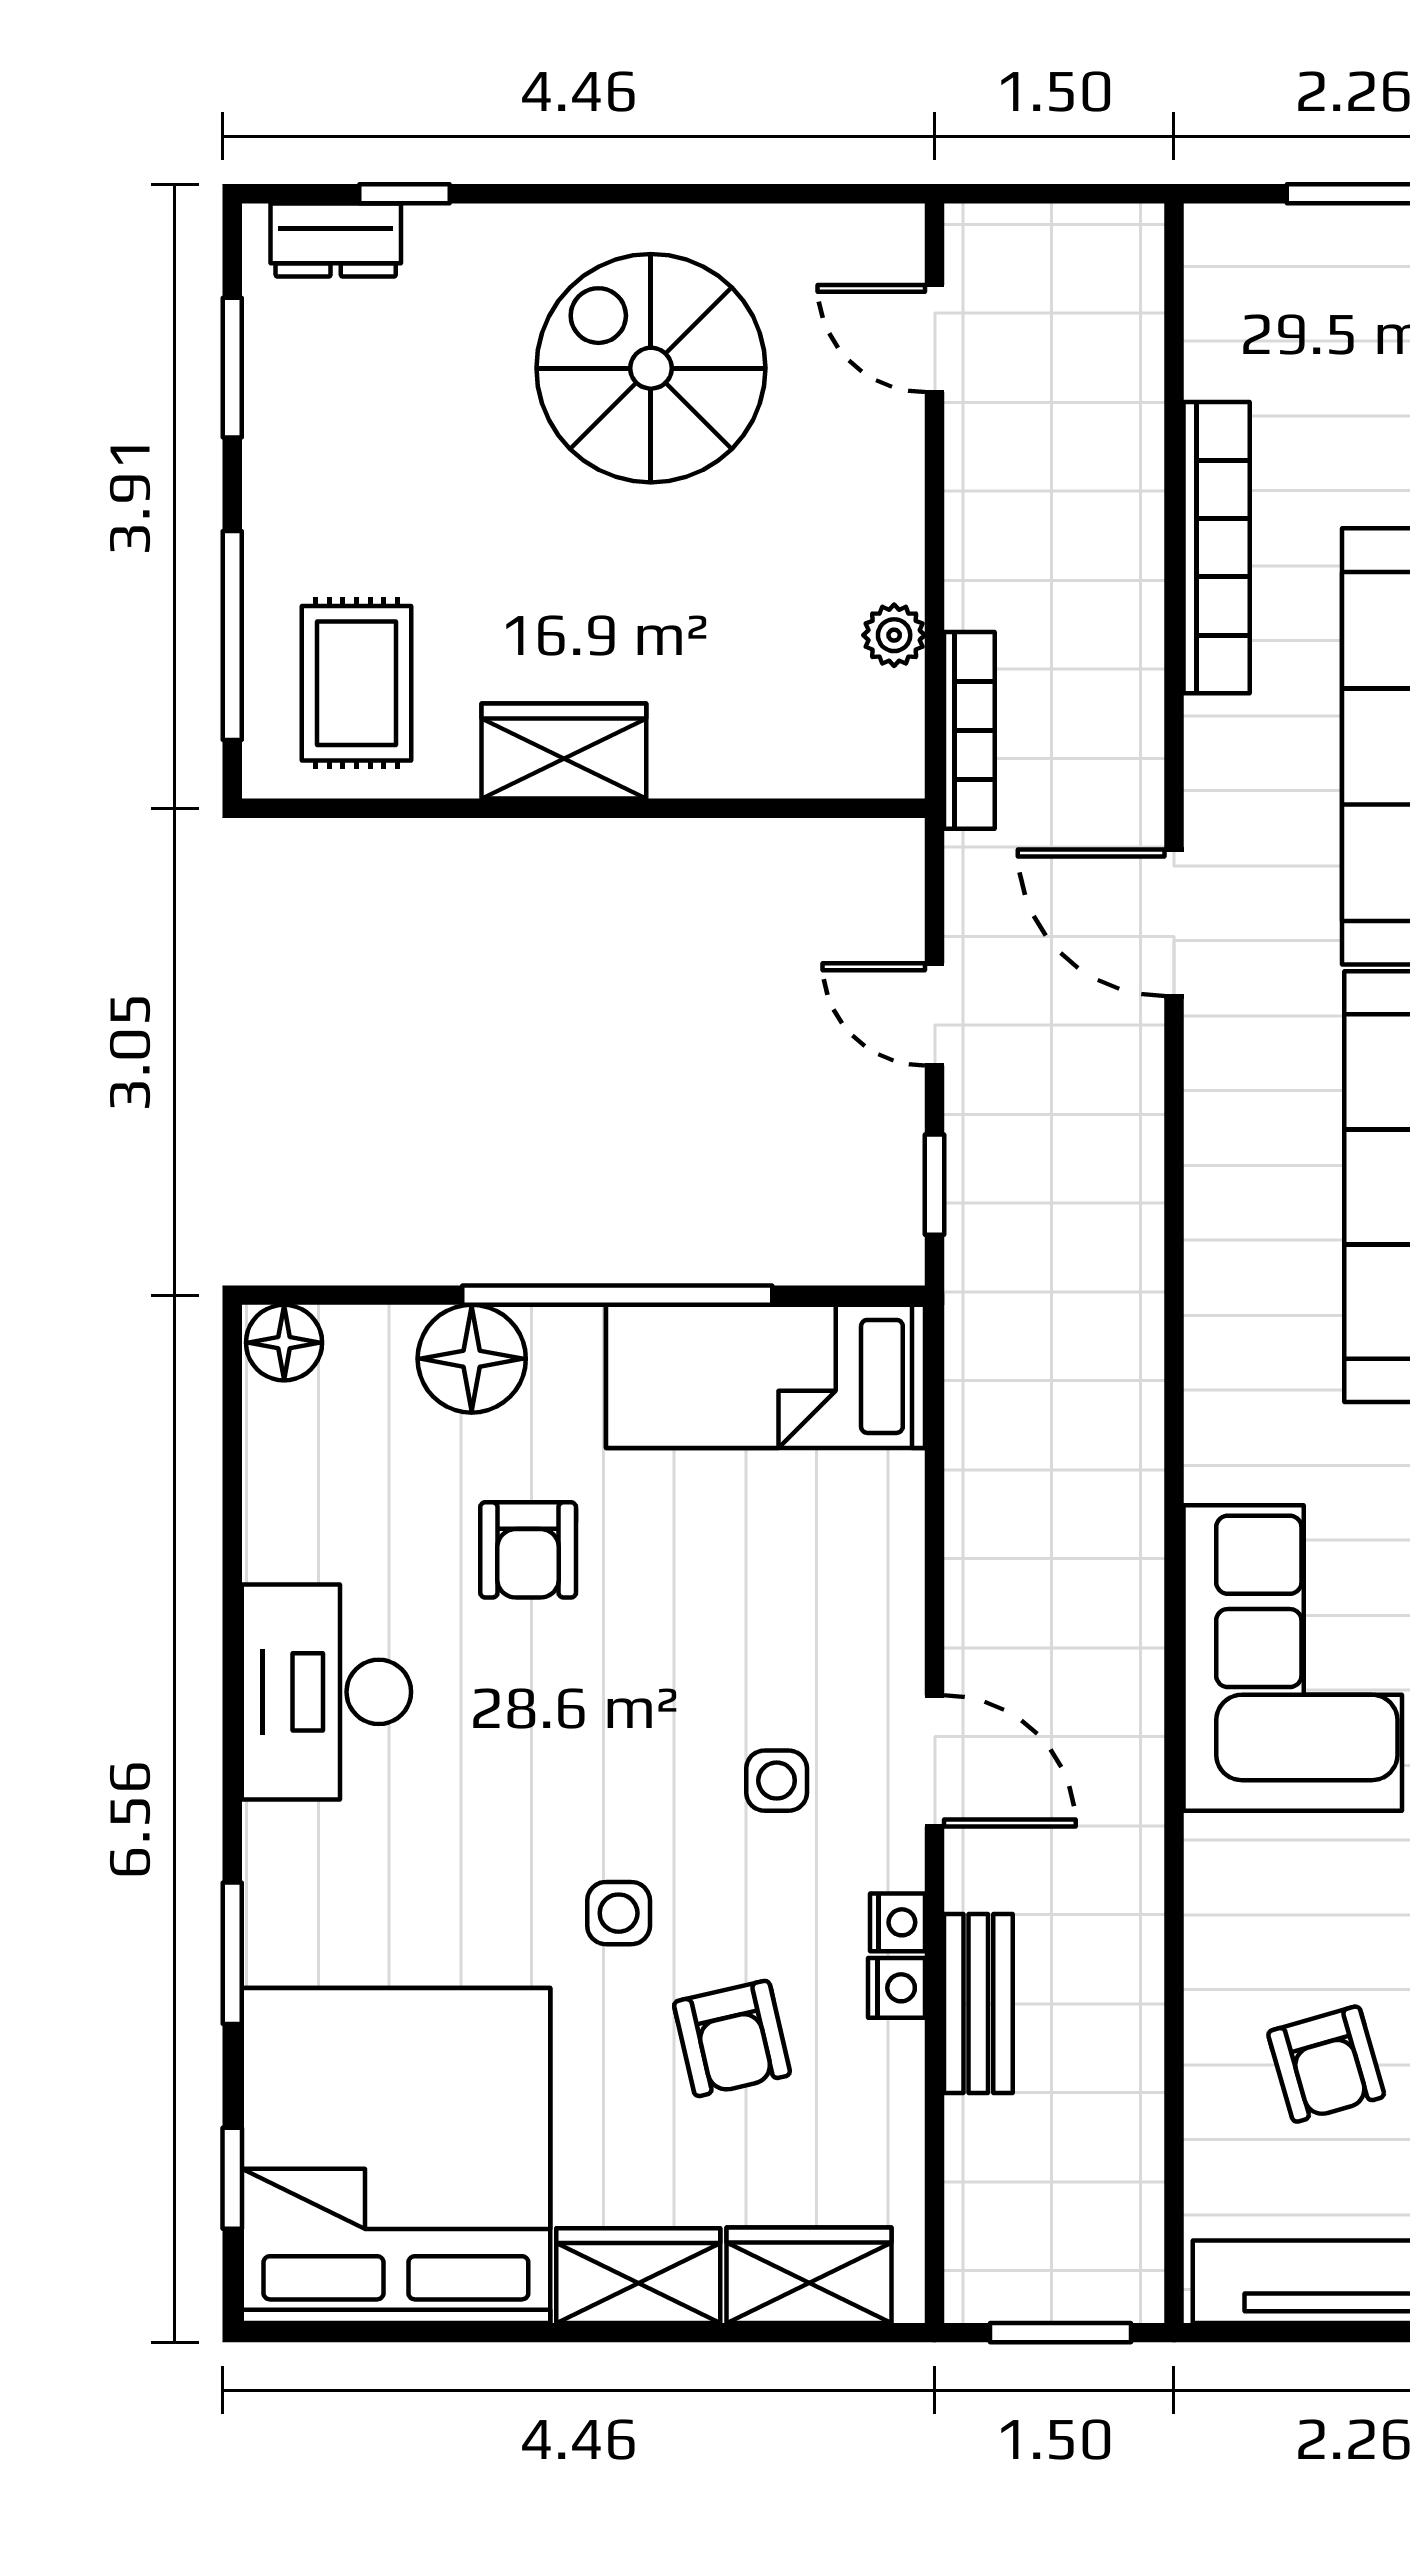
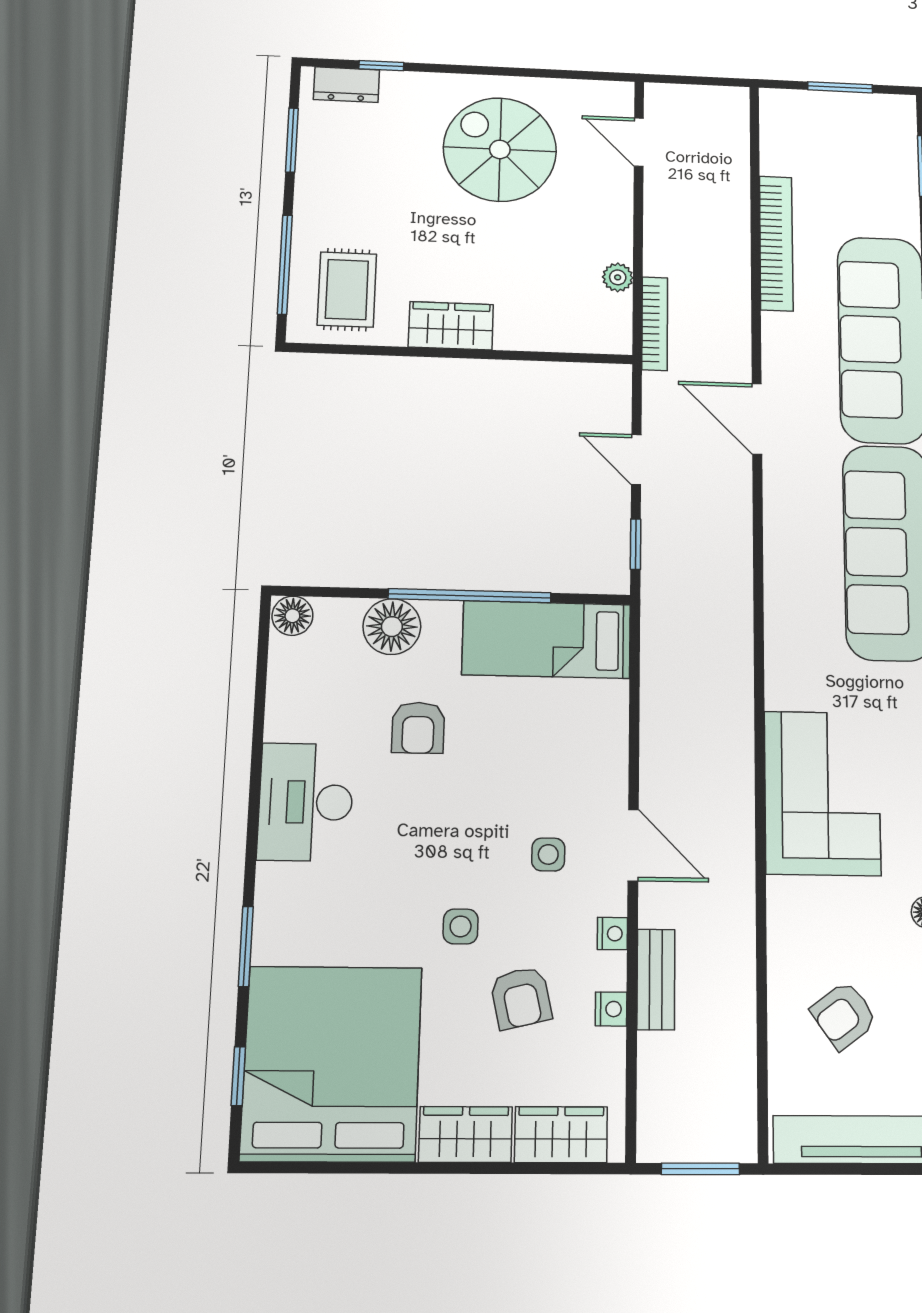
nightstand: (897, 1988) -> (611, 1009), moved
armchair: (1326, 2064) -> (844, 1015), turned 70

